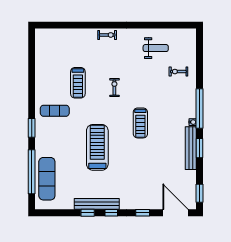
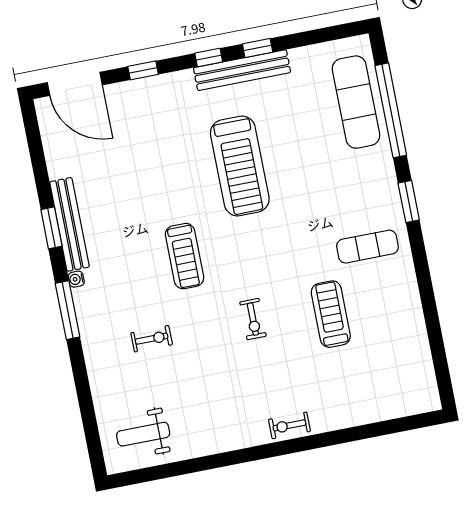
weight bench: (156, 48) -> (143, 434), moved
exercise bike: (178, 72) -> (152, 339), moved
window: (199, 109) -> (68, 310), width x0.68
treadmill: (140, 123) -> (185, 256), turned 180
treadmill: (97, 147) -> (240, 166), moved
window: (199, 193) -> (33, 134), removed

